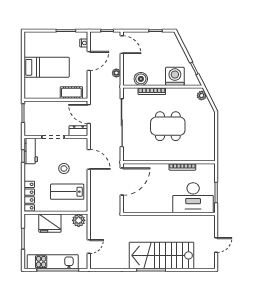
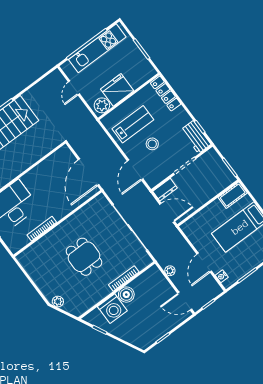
boiler: (141, 79) -> (126, 295), moved
cot: (71, 93) -> (233, 195), moved
plant: (202, 96) -> (58, 301), moved
dining table: (168, 126) -> (84, 257), width x0.73
door: (89, 159) -> (135, 170), hinge flipped
fridge: (50, 223) -> (117, 90), moved

